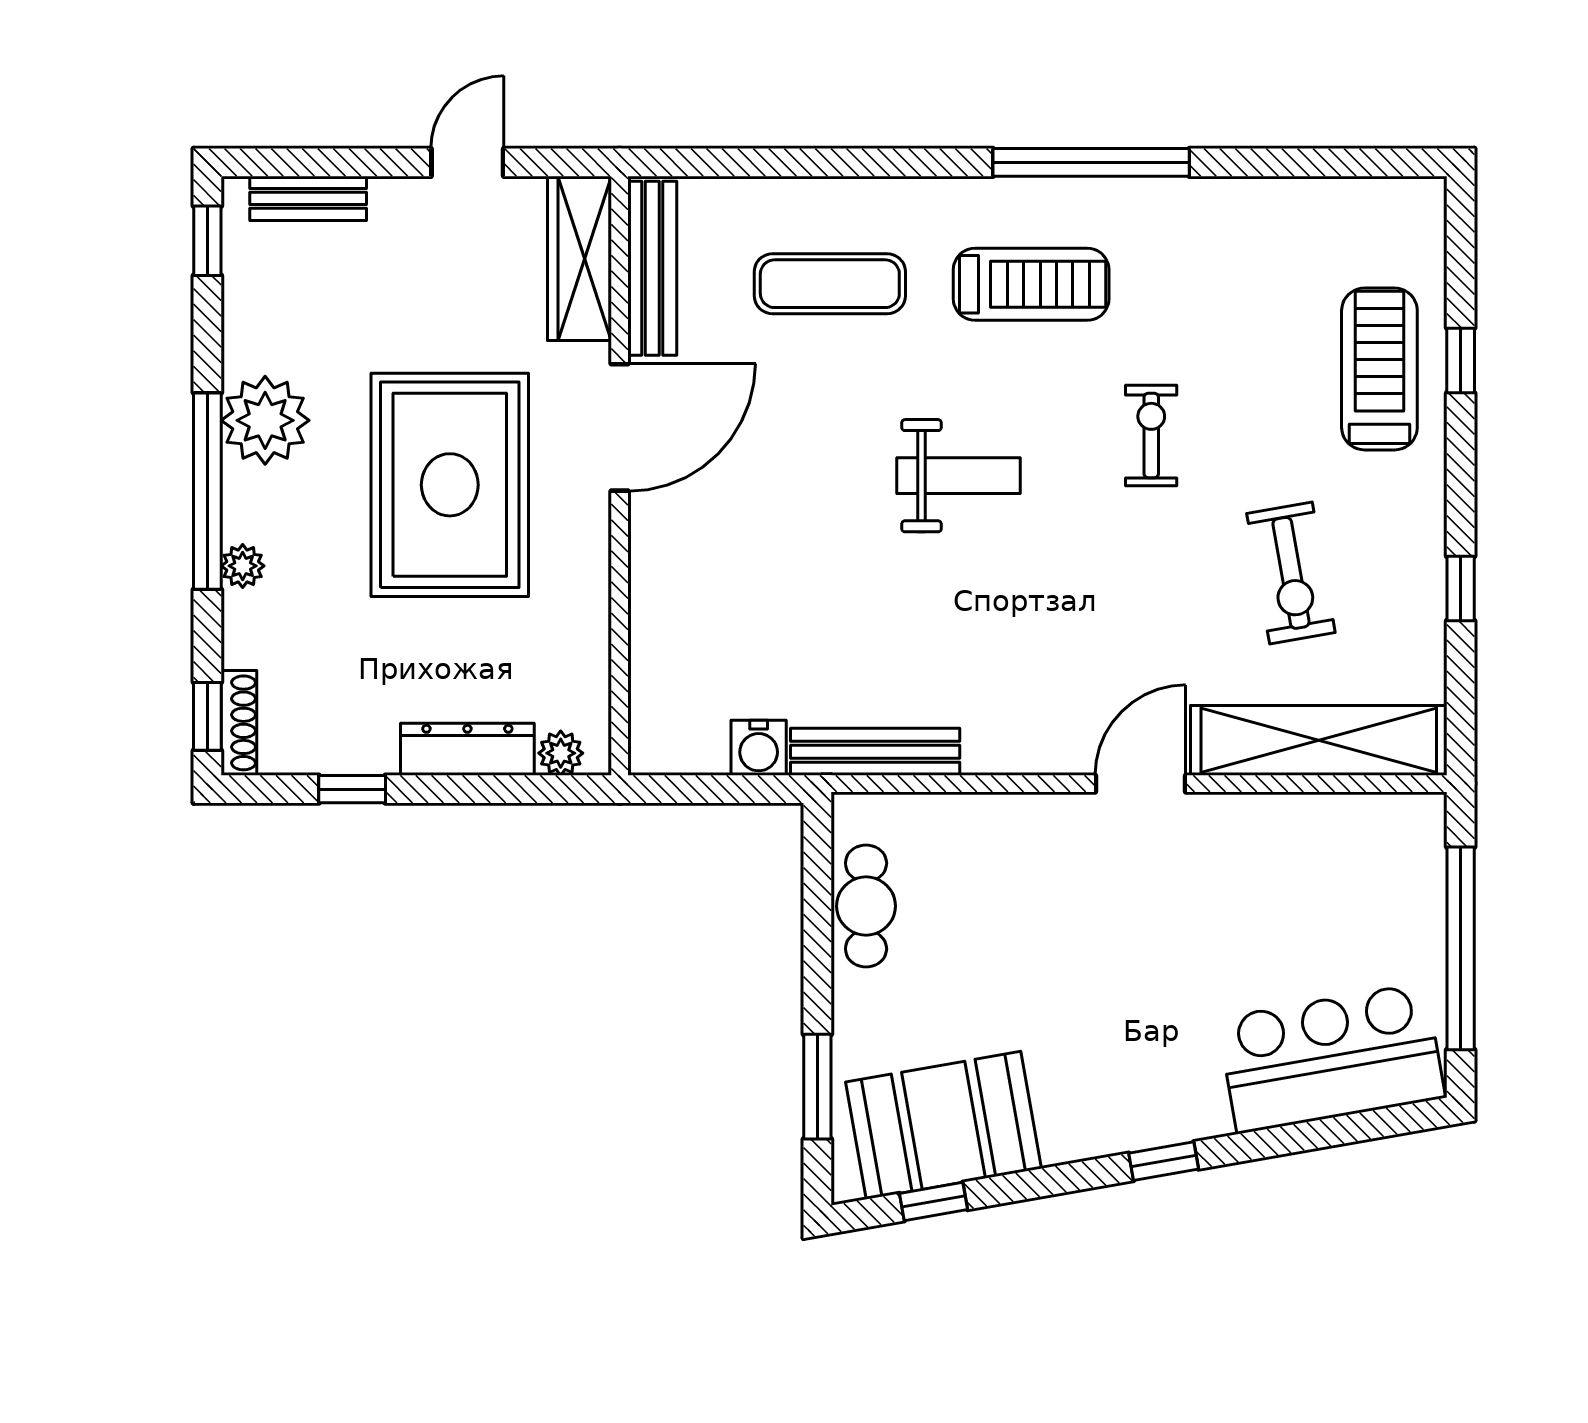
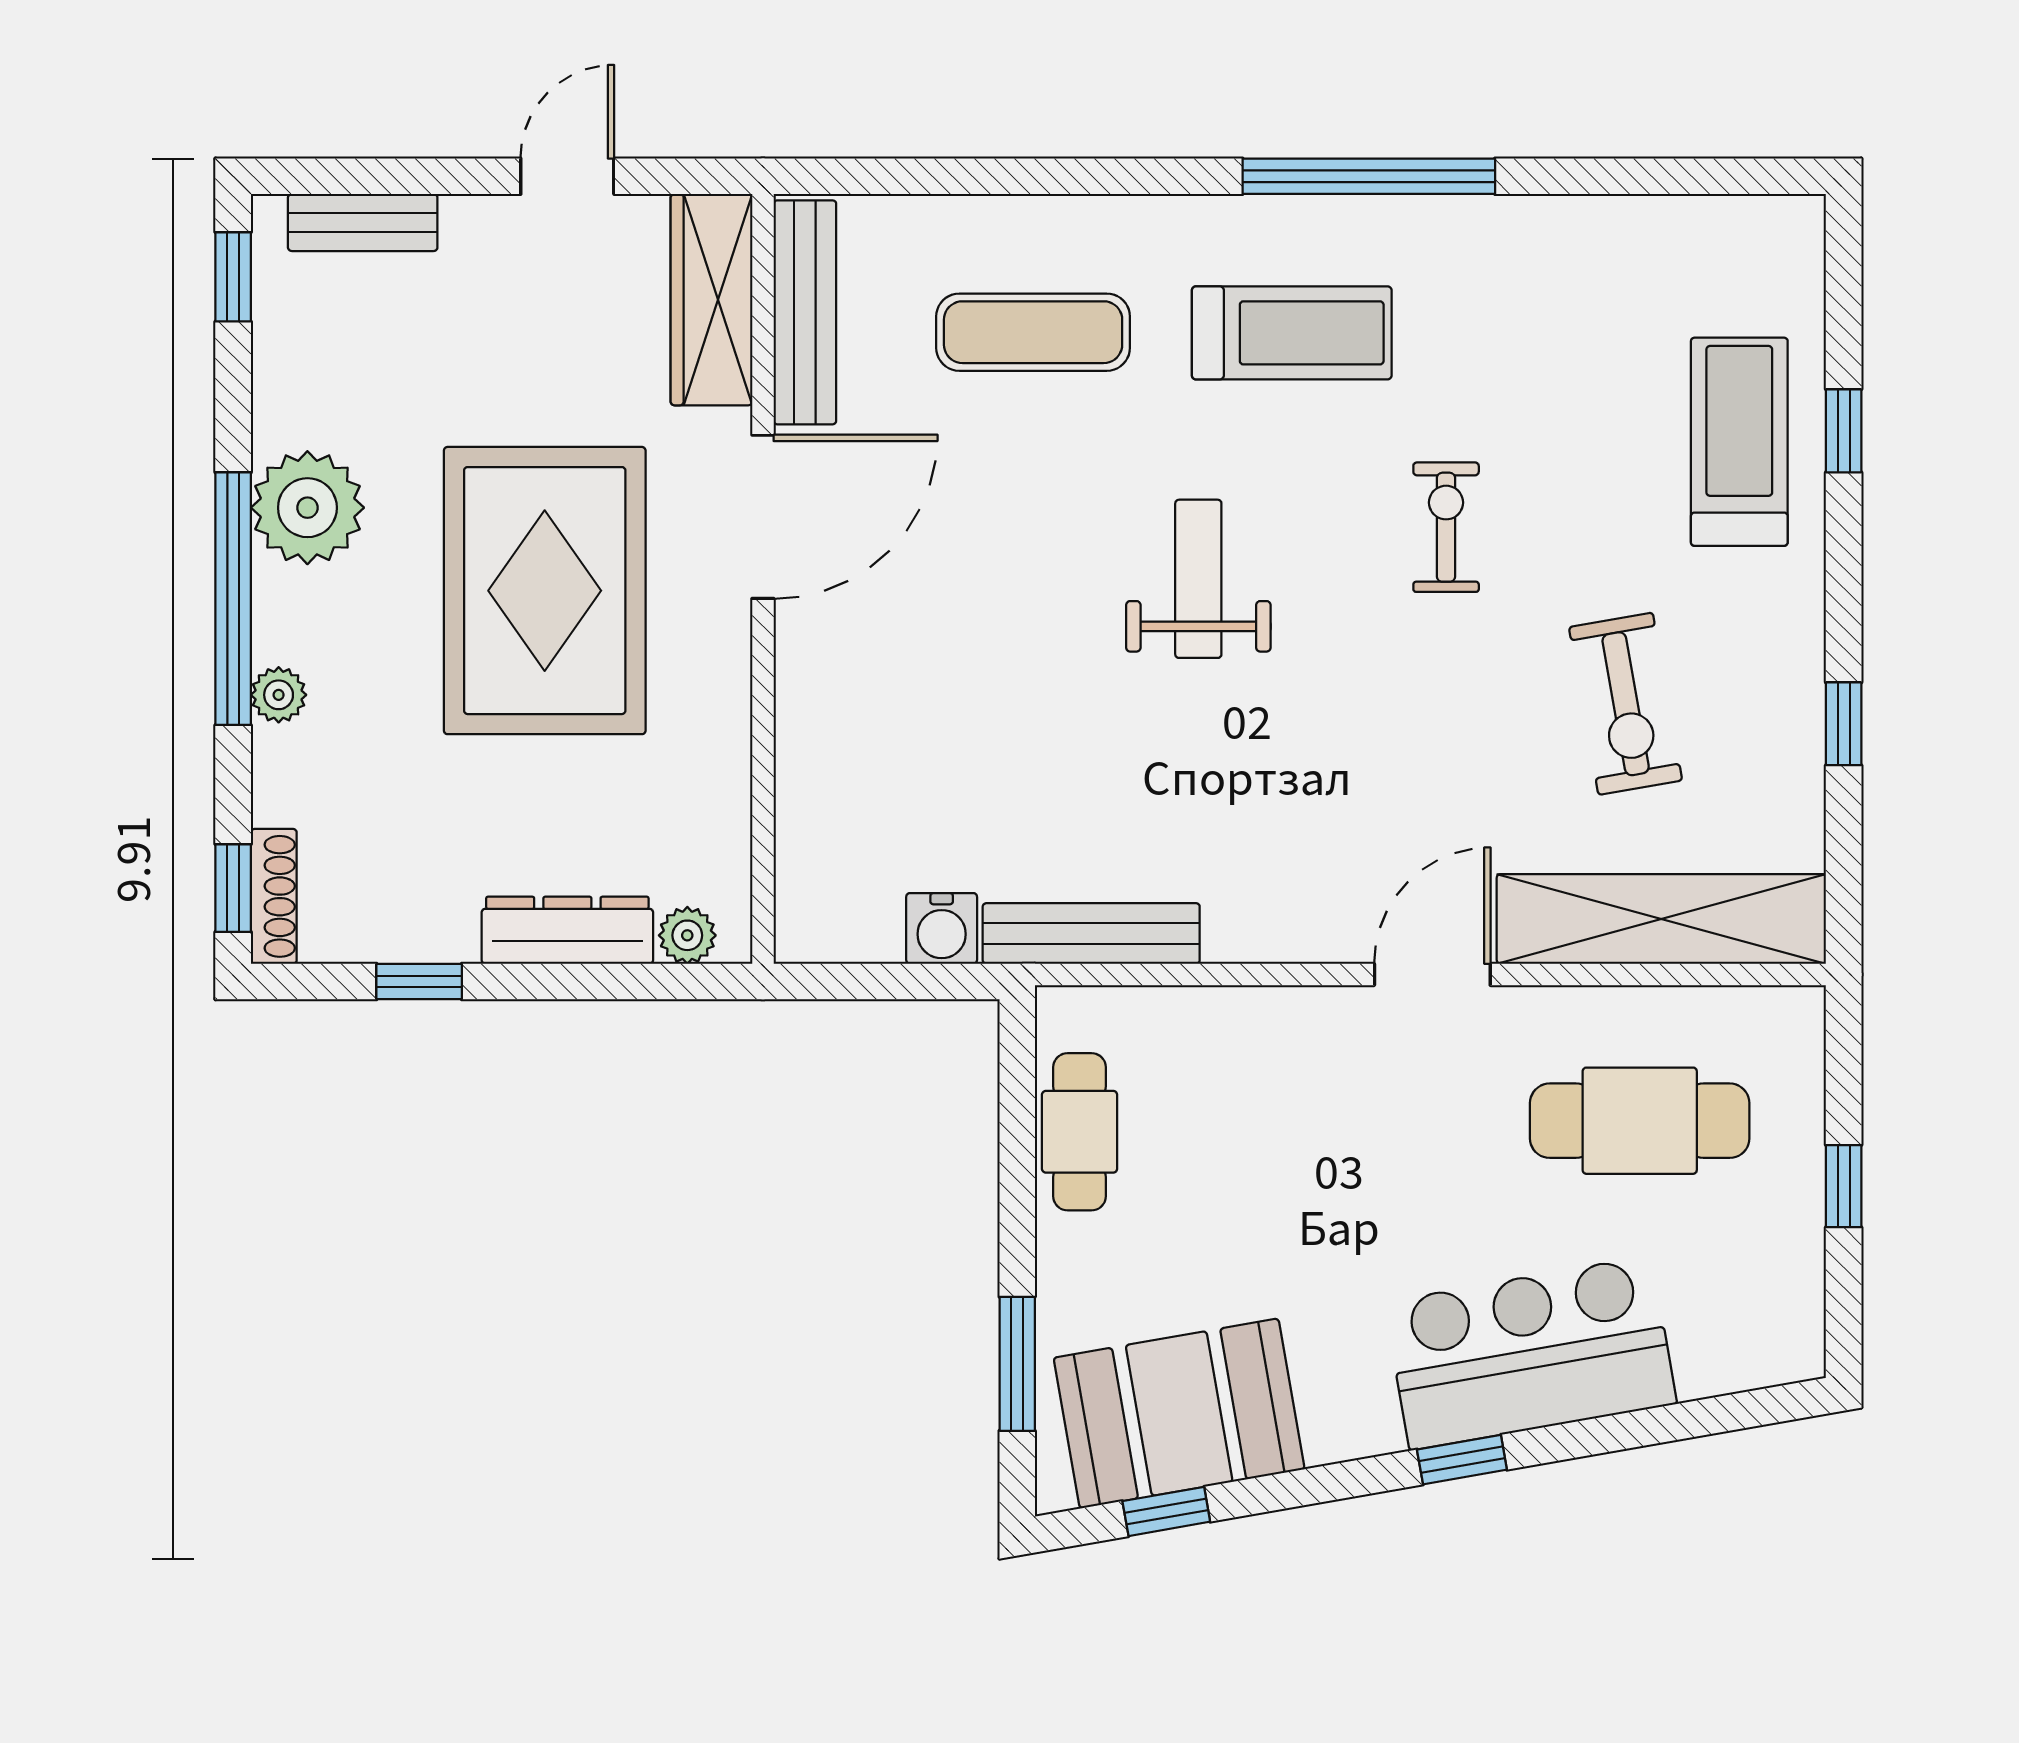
weight bench: (958, 476) -> (1198, 579), turned -90
cafe table: (1302, 897) -> (1640, 1121), added
window: (1461, 948) -> (1844, 1186), width x0.32
bar counter: (1331, 1058) -> (1530, 1353), moved

